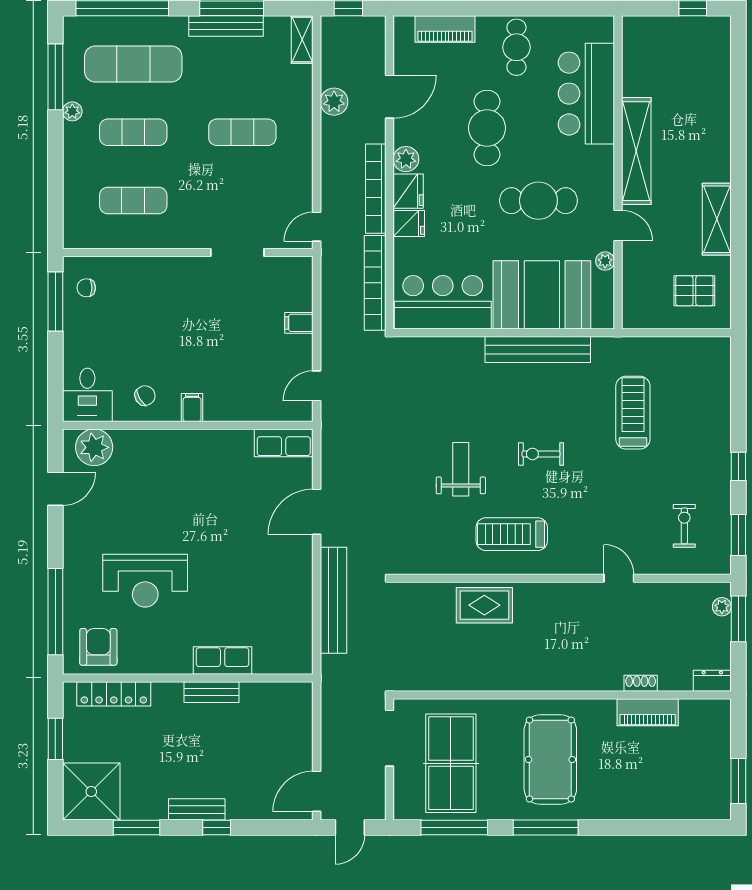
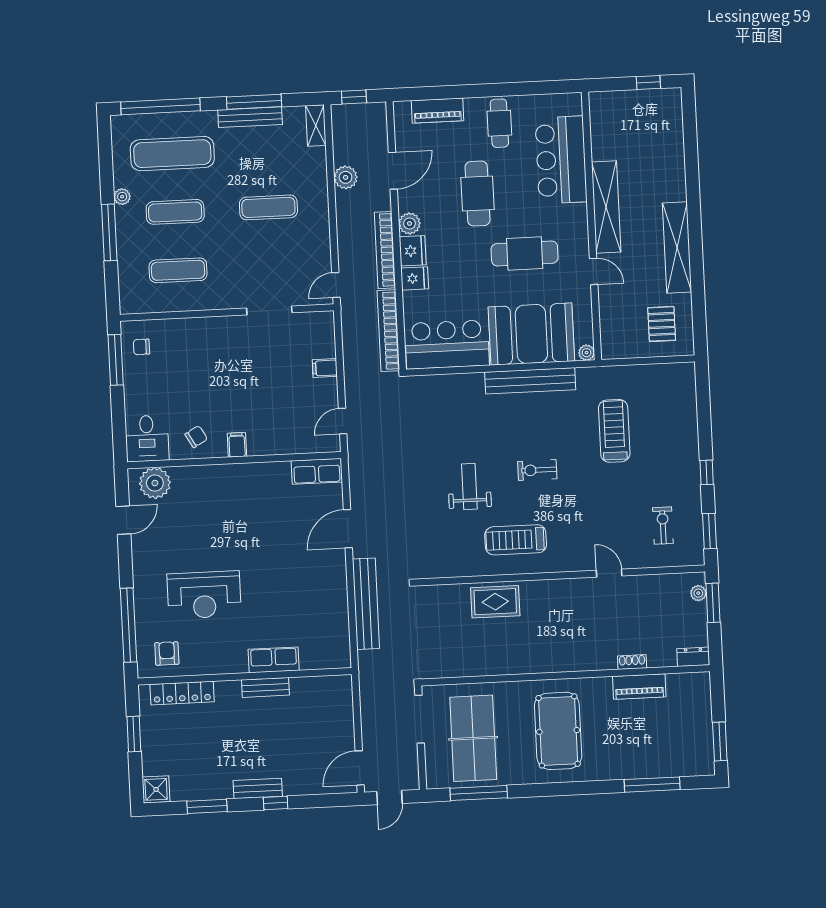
window: (55, 77) -> (109, 232), moved
shelving: (717, 219) -> (677, 247), width x1.47
plant: (605, 261) -> (587, 353), moved
pallet: (694, 291) -> (662, 324), turned 90
armchair: (98, 647) -> (167, 653), width x0.72, depth x0.72
shower: (91, 792) -> (156, 789), width x0.54, depth x0.54
window: (546, 828) -> (652, 785), moved

